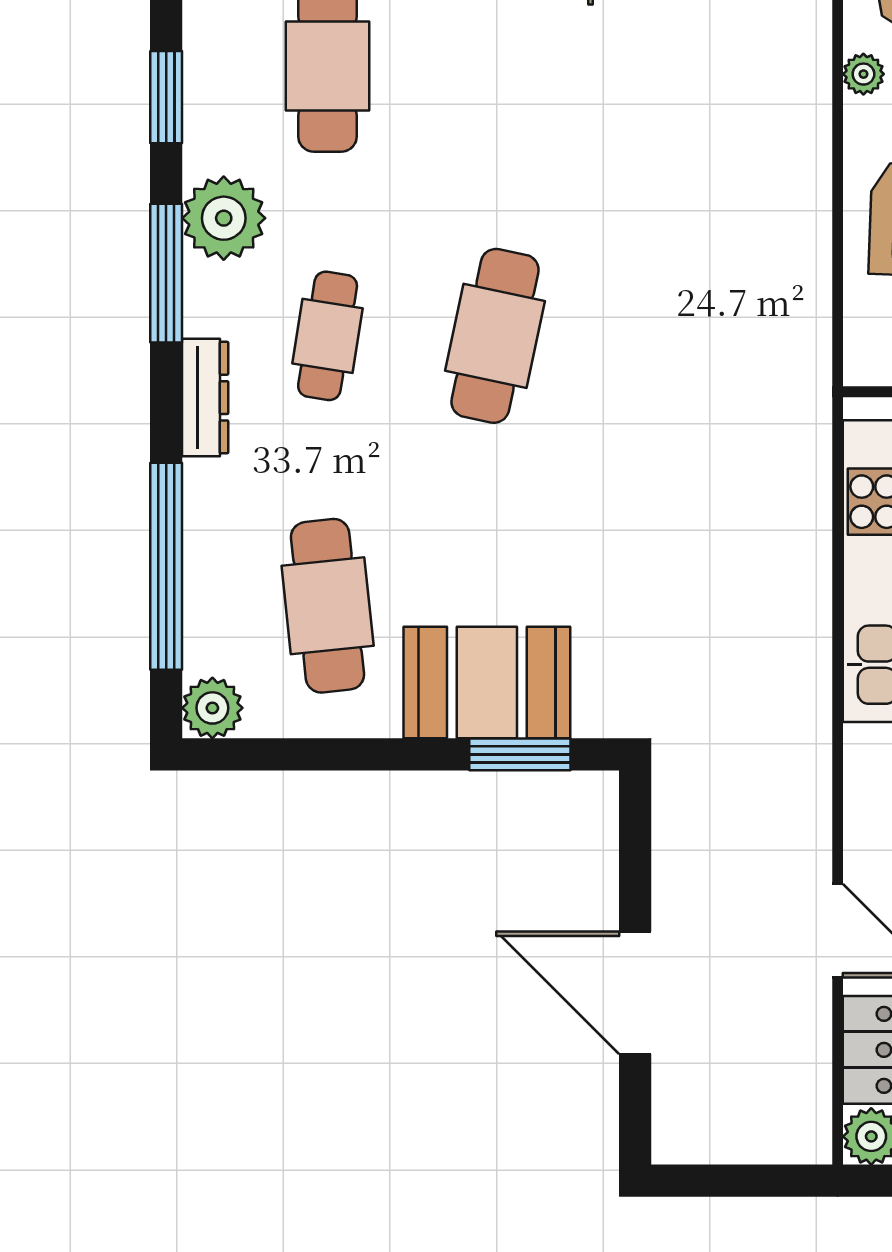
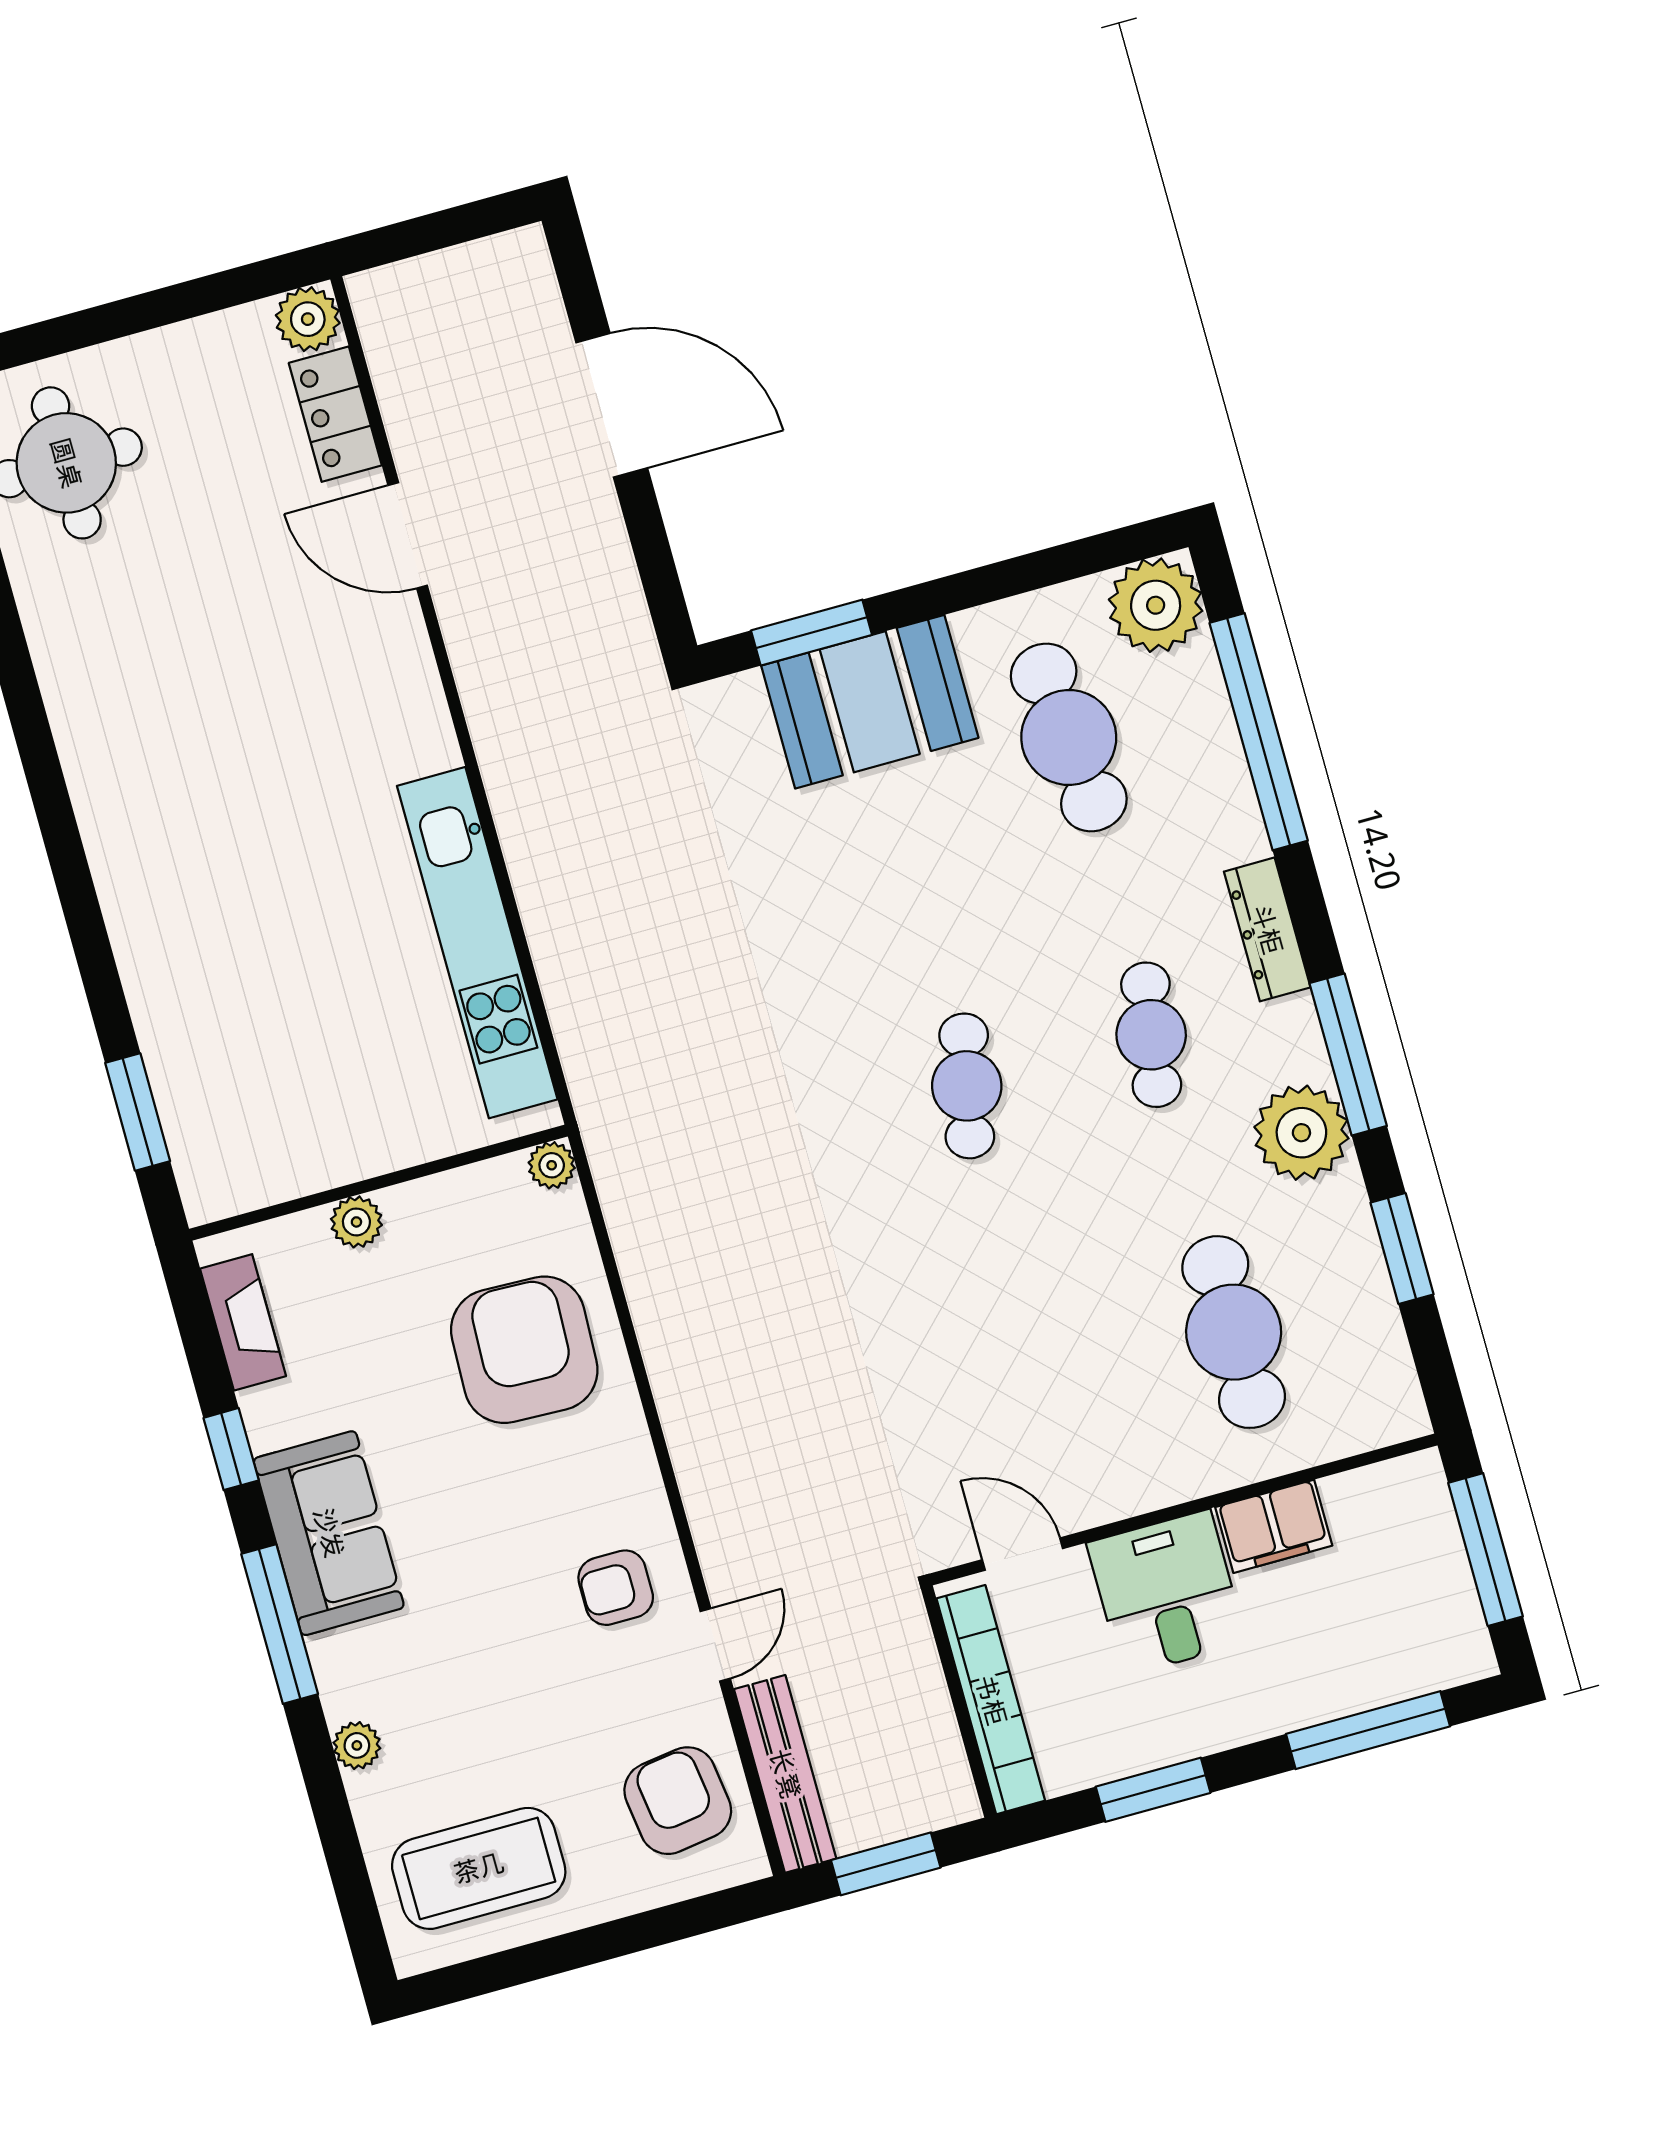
plant: (863, 74) -> (552, 1165), moved
cafe table: (495, 336) -> (967, 1086), width x0.73, depth x0.74
plant: (212, 708) -> (1156, 605), width x1.36, depth x1.36

